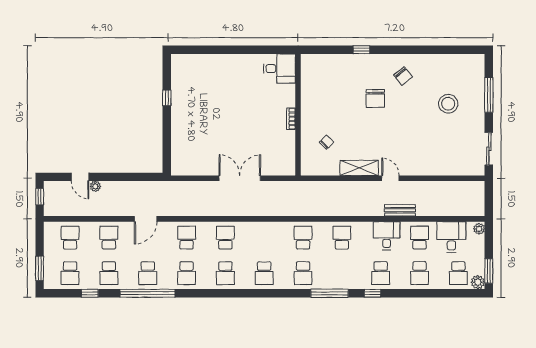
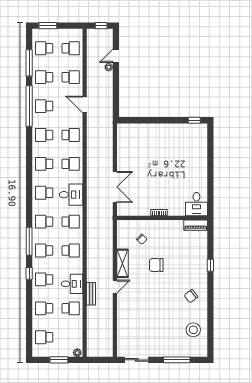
piano: (308, 70) -> (196, 225), added
window: (167, 98) -> (194, 120), moved
chair: (375, 98) -> (156, 265), moved
stool: (448, 104) -> (193, 330), moved
double door: (240, 178) -> (115, 187), moved
desk: (451, 237) -> (71, 195), moved
window: (489, 271) -> (59, 360), moved
school desk: (342, 273) -> (44, 251), added
plant: (478, 282) -> (37, 352), removed
window: (90, 293) -> (29, 63), width x2.17

